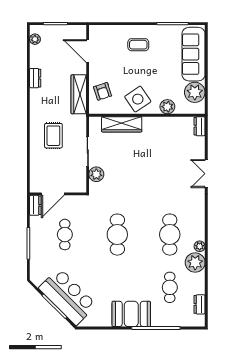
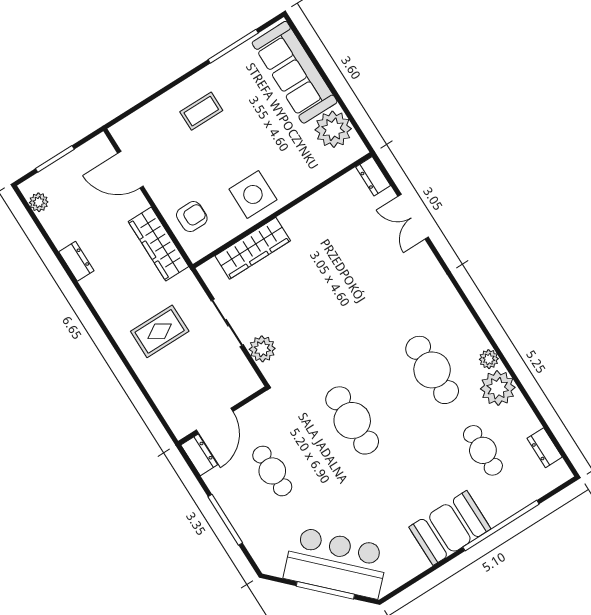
armchair: (103, 91) -> (192, 217), turned -72
side table: (138, 99) -> (253, 194), turned 34
plant: (167, 107) -> (305, 178), removed
rug: (53, 136) -> (160, 331), turned 90
double door: (206, 174) -> (413, 217), moved

